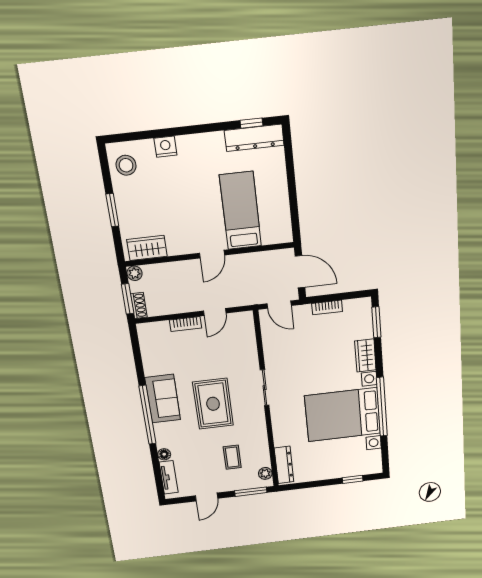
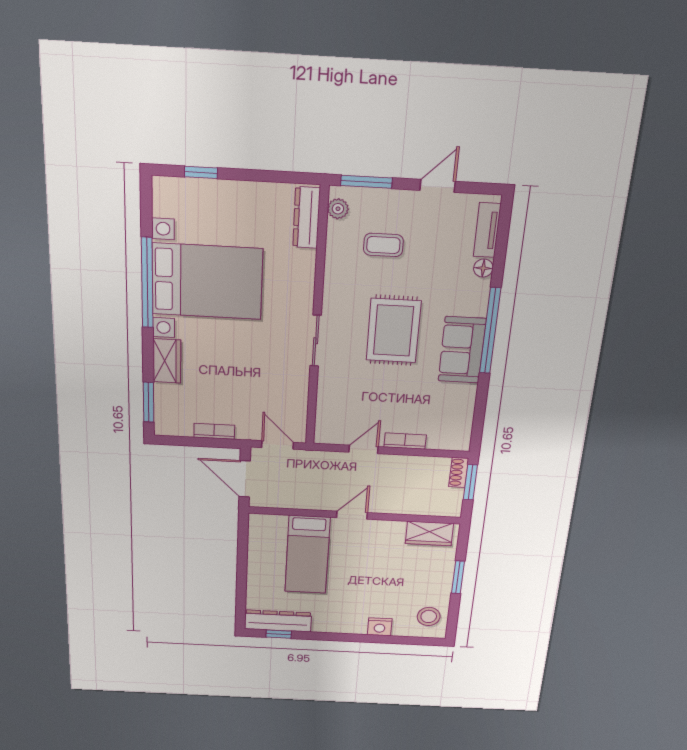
plant: (134, 273) -> (453, 509), removed
coffee table: (232, 457) -> (383, 245), turned 90

